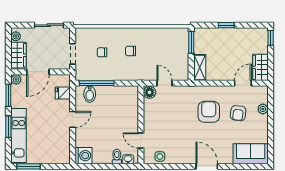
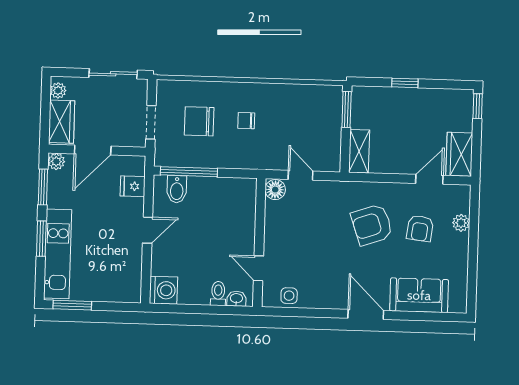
chair: (102, 52) -> (199, 121), width x1.87, depth x1.87
armchair: (209, 112) -> (372, 225), turned -109
sofa: (251, 154) -> (419, 295), moved

